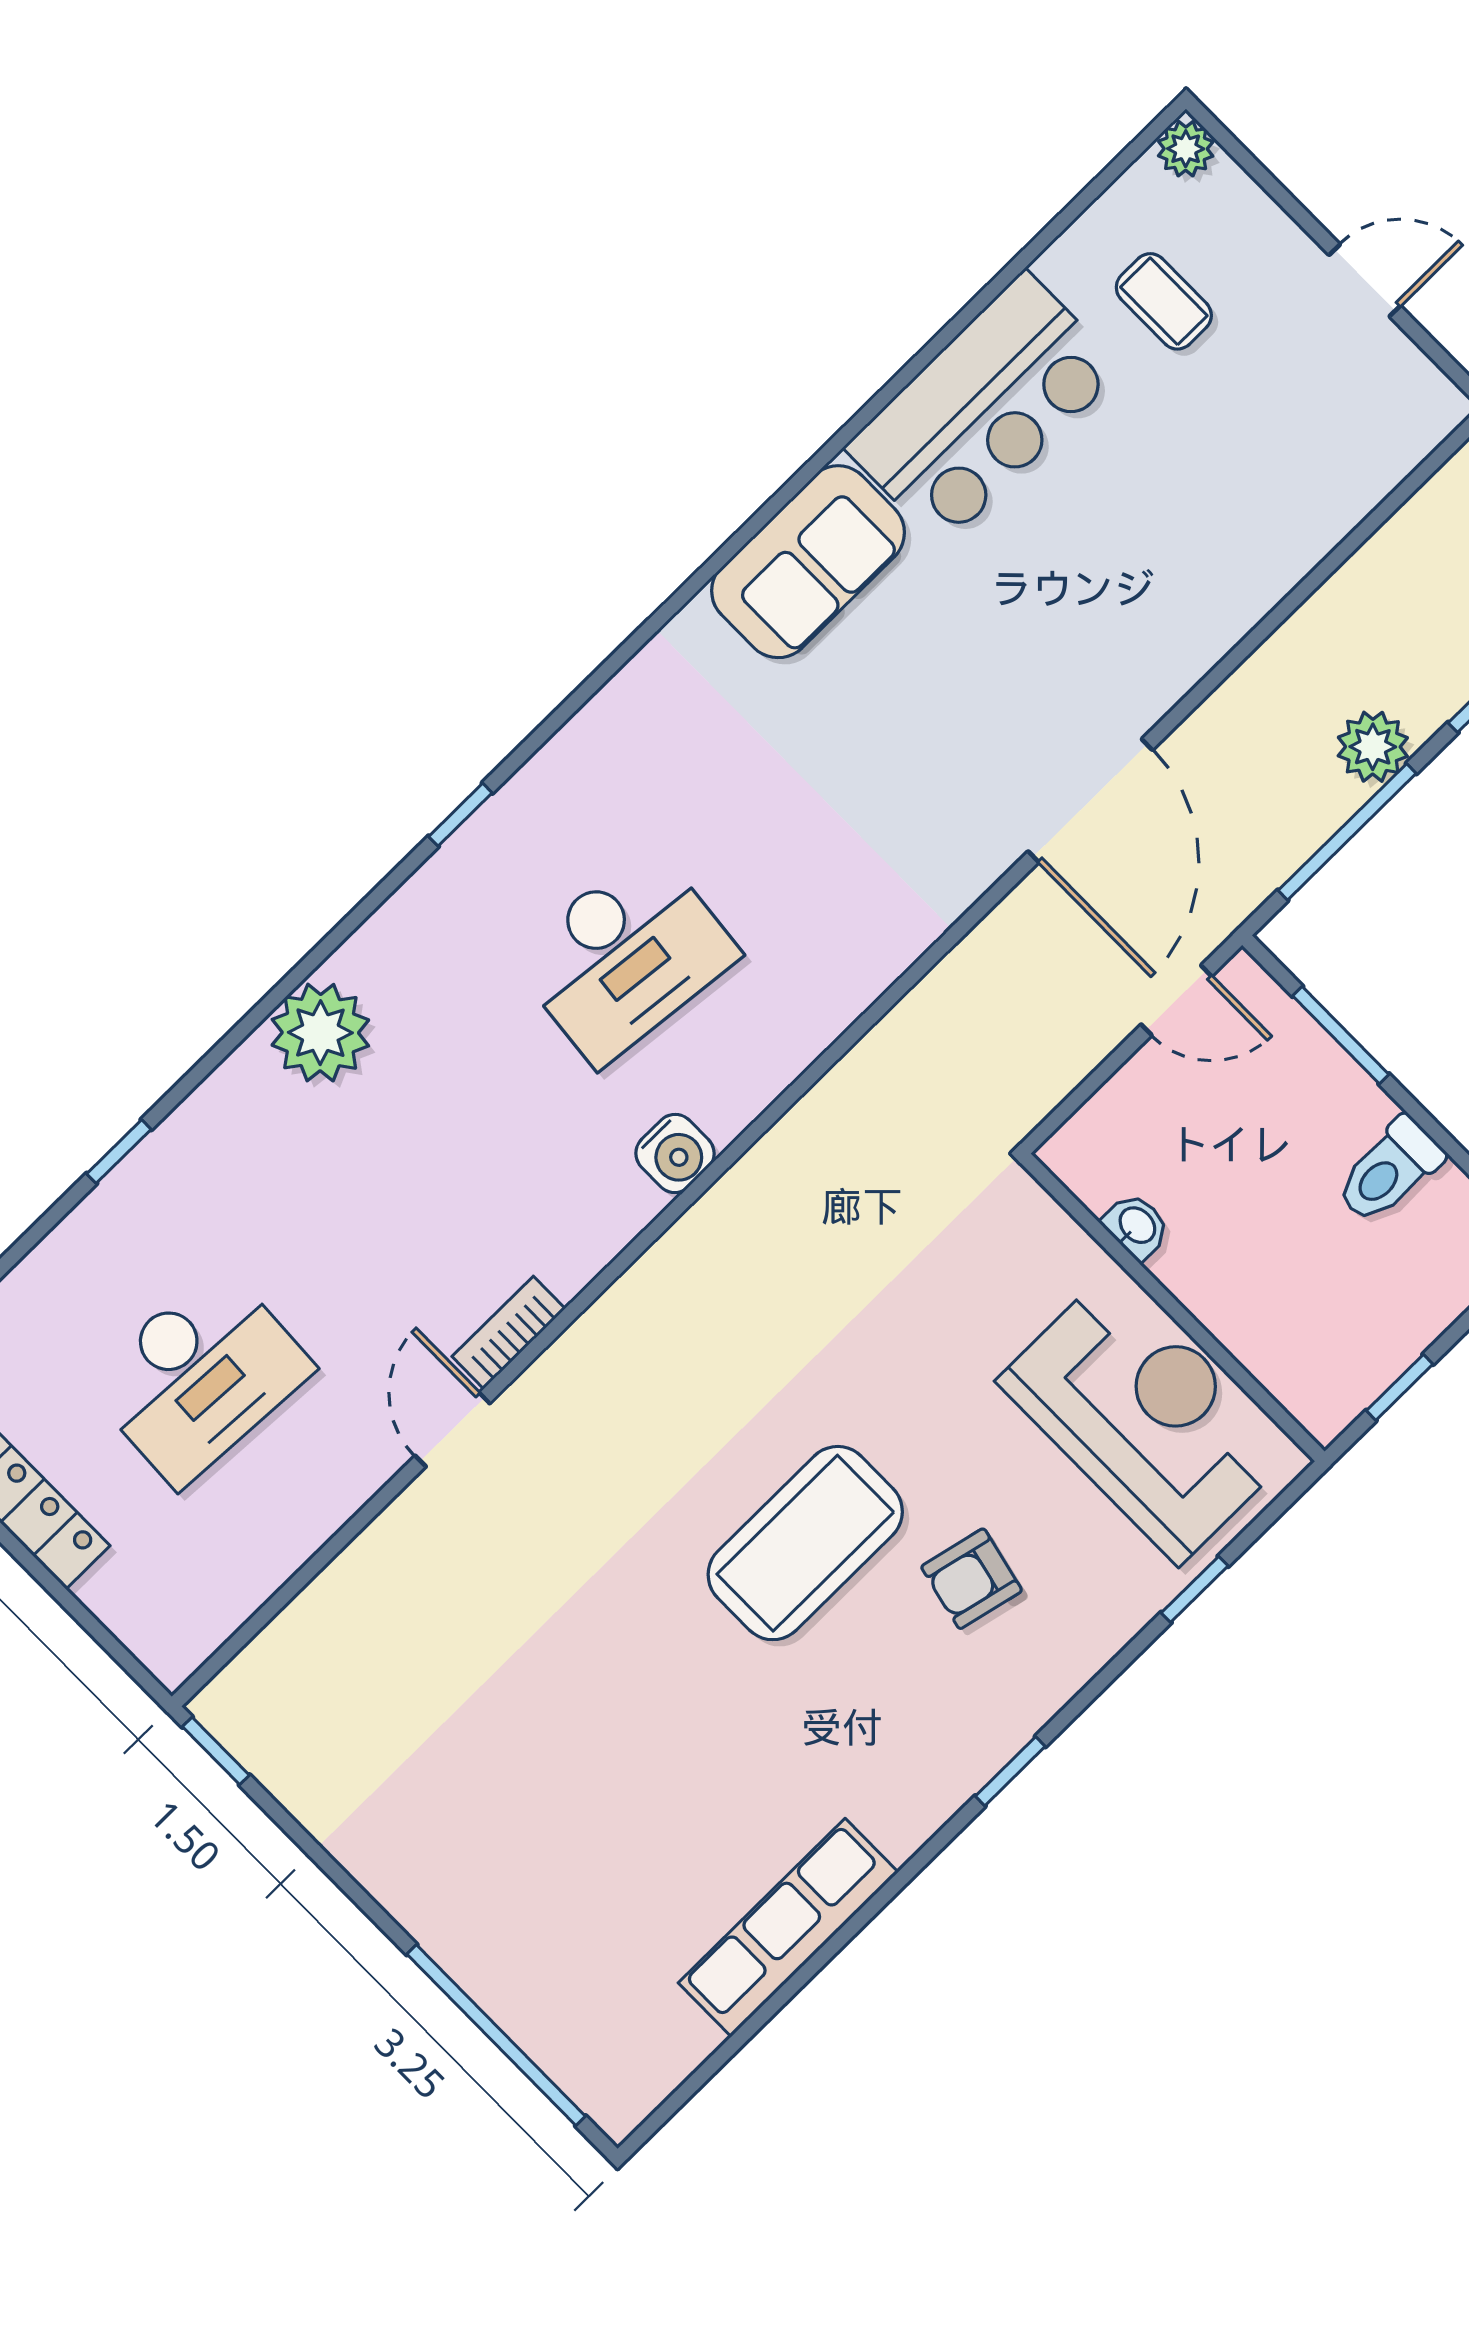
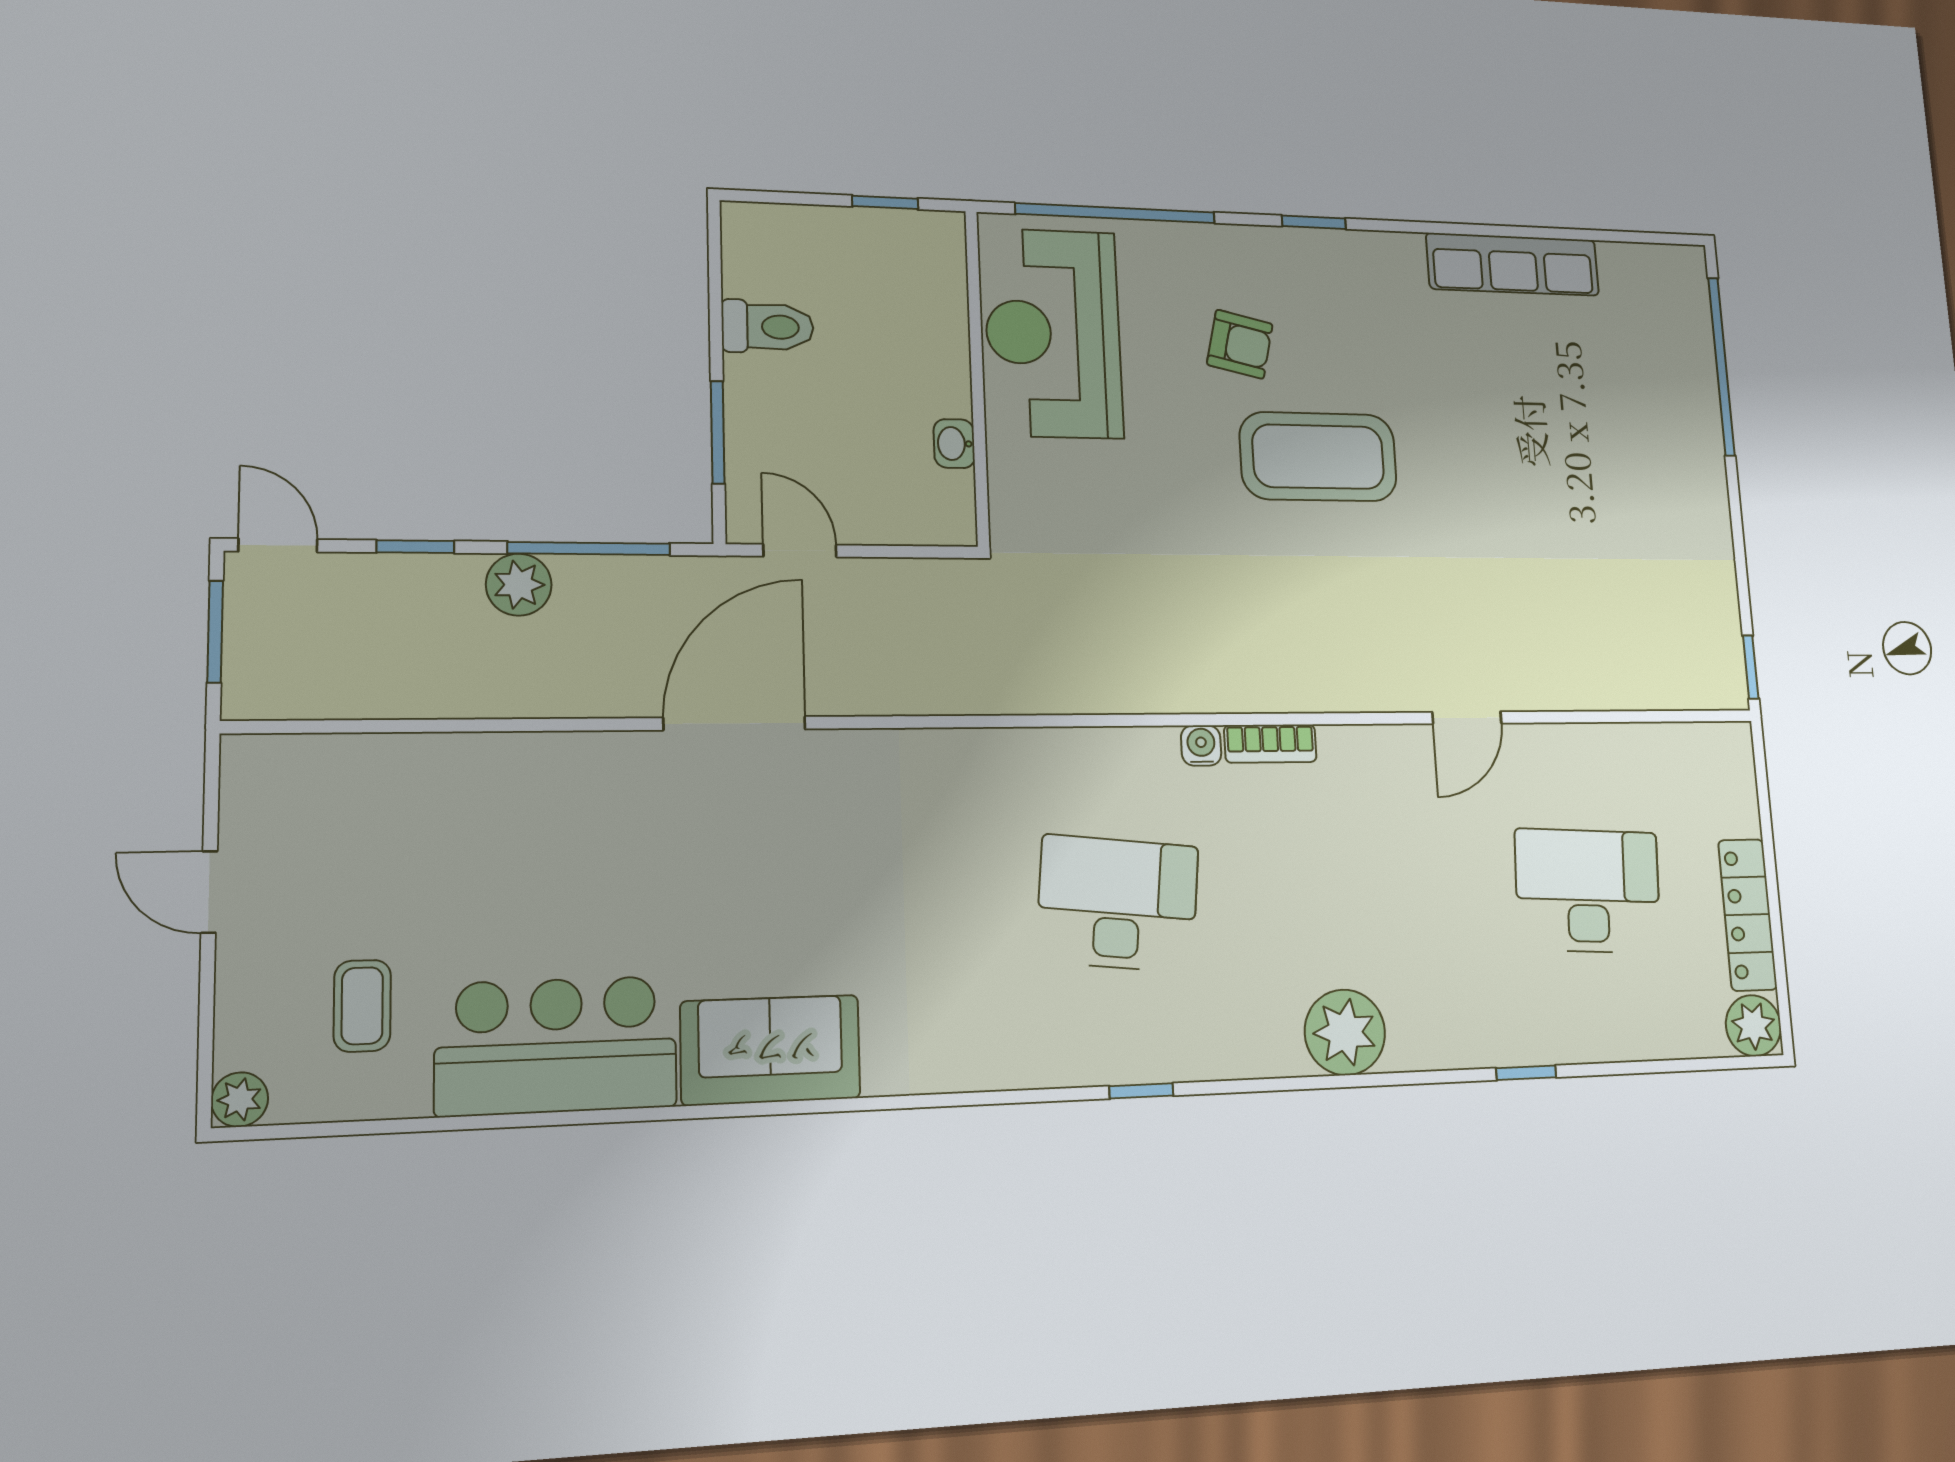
water cooler: (675, 1153) -> (1201, 745), width x0.72, depth x0.72
bookcase: (509, 1333) -> (1270, 744), moved
window: (1195, 1589) -> (1116, 213), width x3.17

